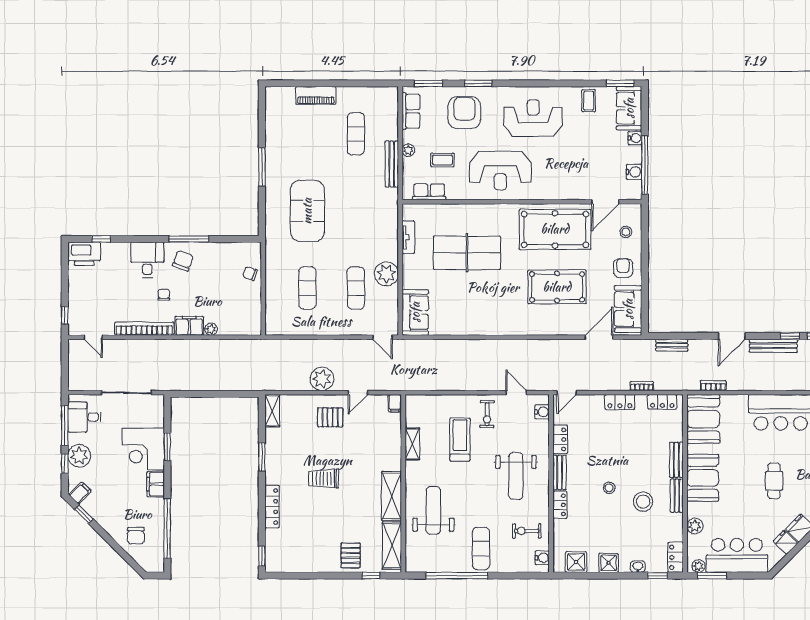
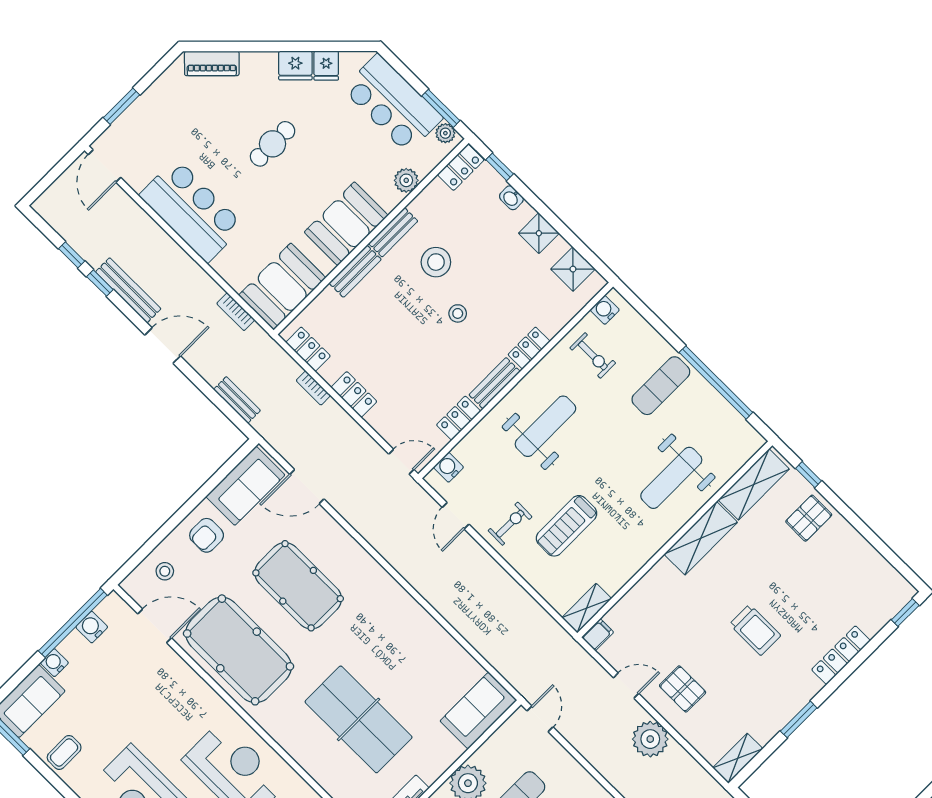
shelving: (412, 444) -> (587, 608), moved

